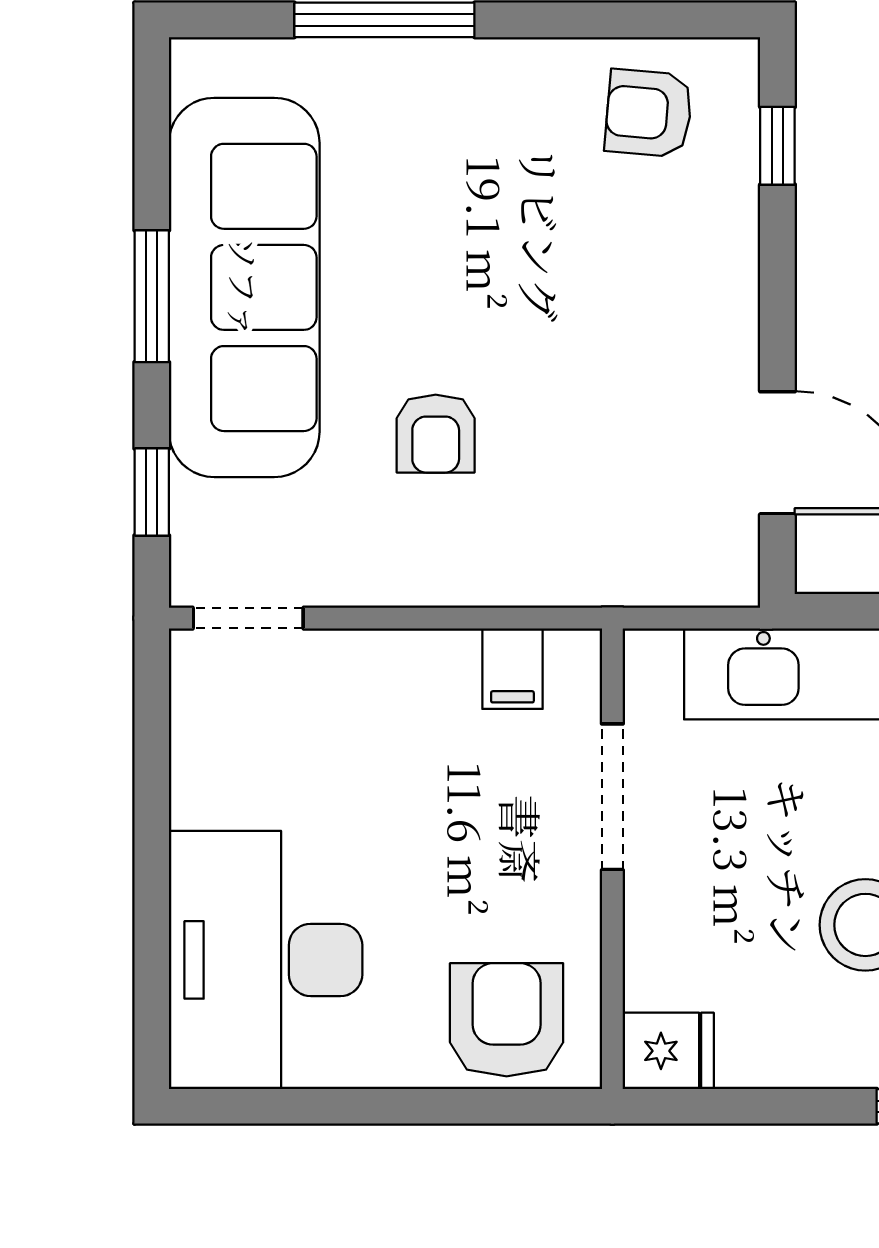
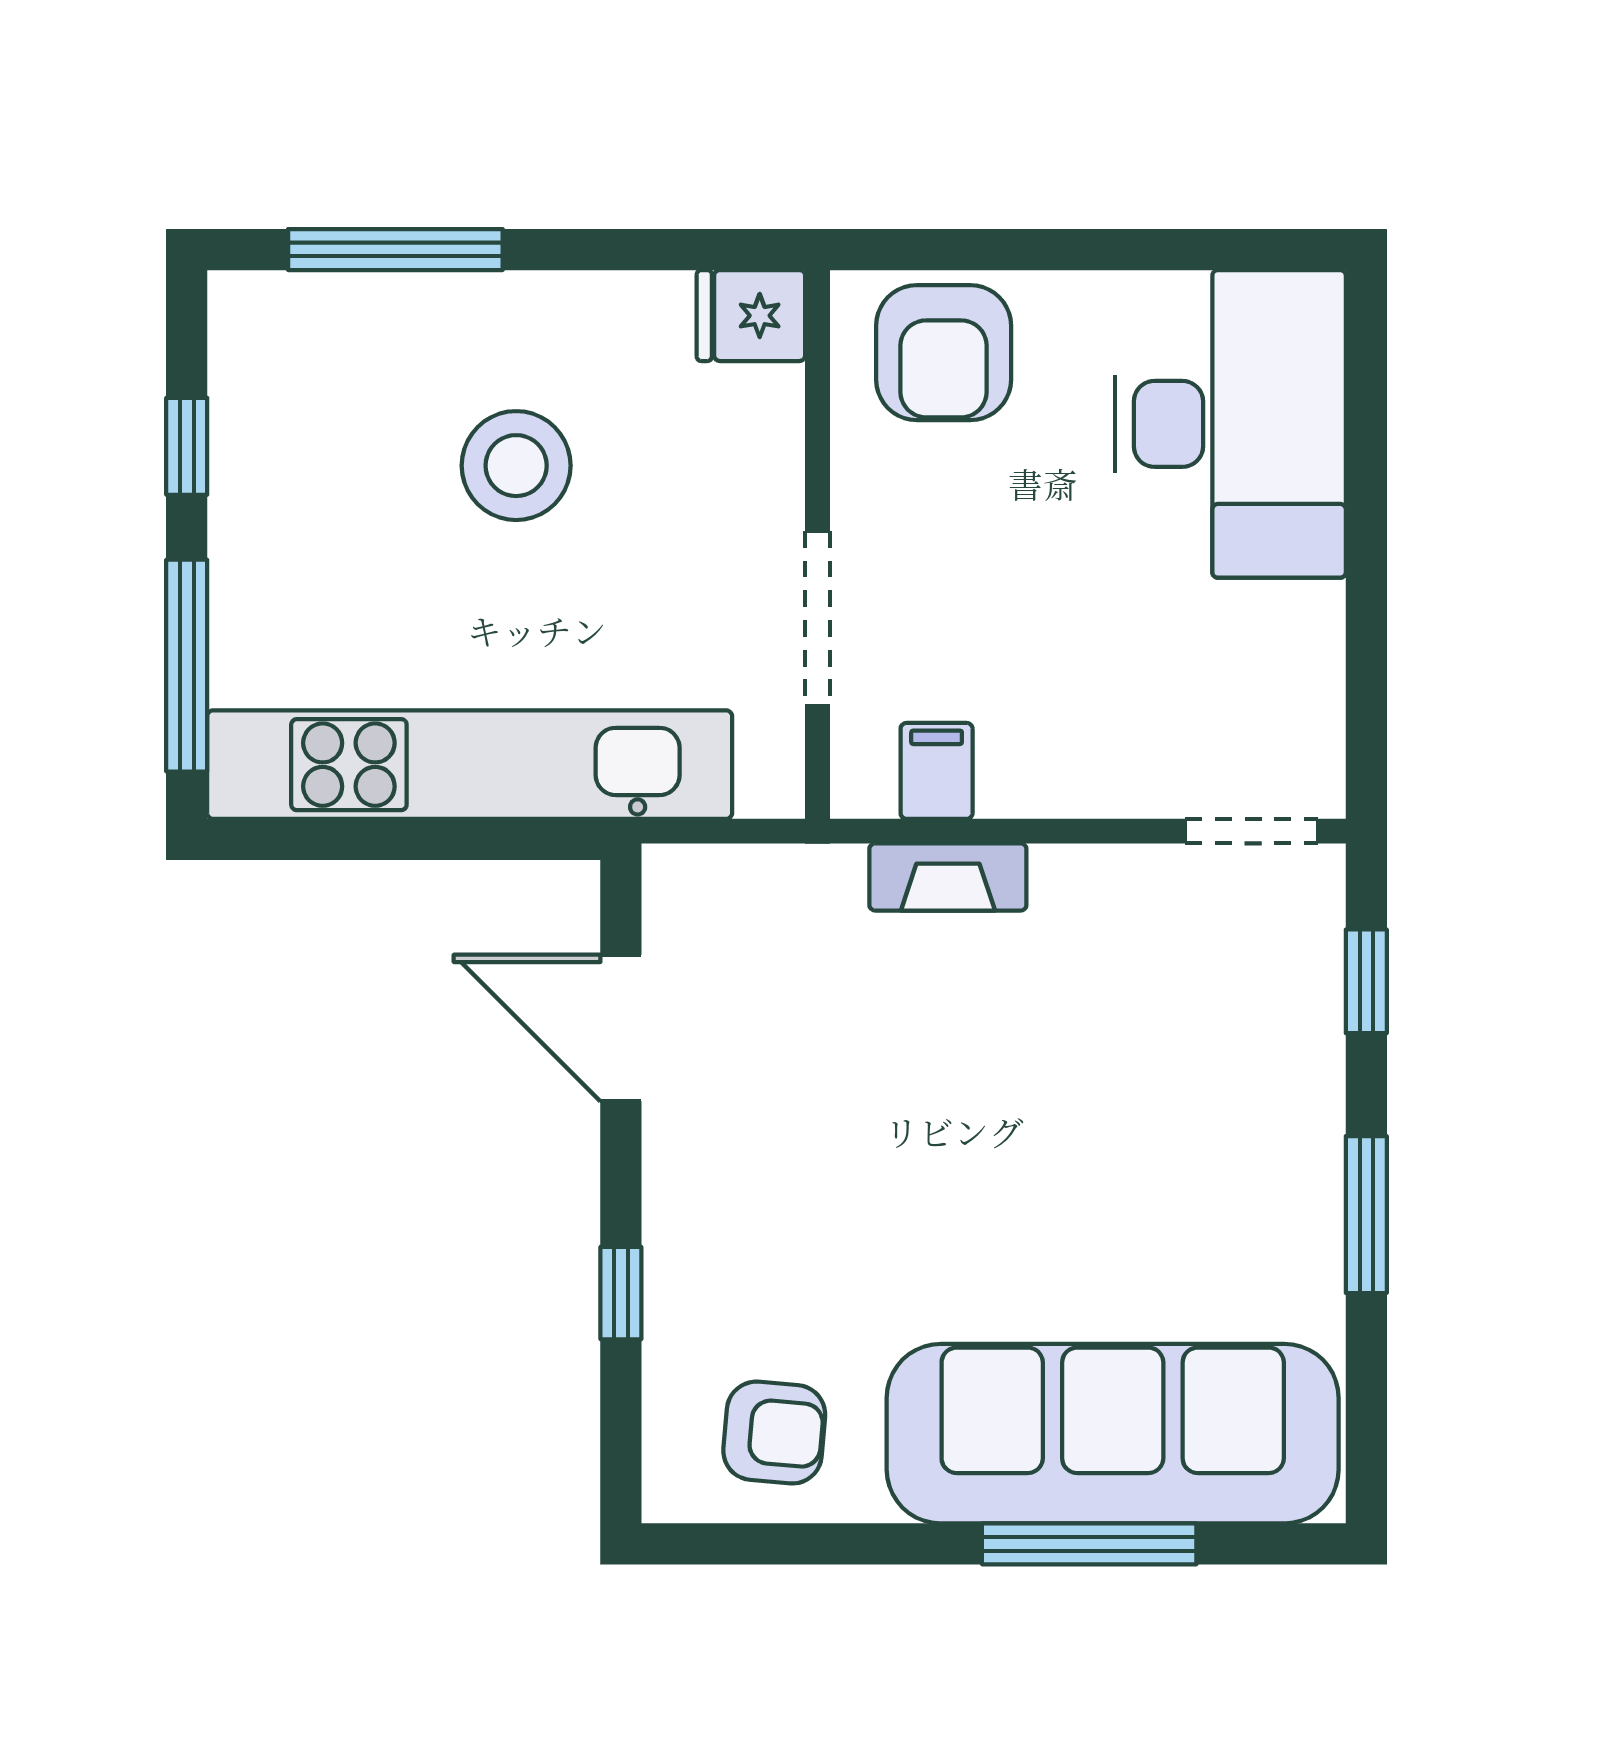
window: (777, 146) -> (621, 1293), moved
sofa: (244, 287) -> (1113, 1434), moved, turned 90
armchair: (436, 434) -> (1028, 1051), removed
fireplace: (503, 580) -> (948, 877), added

